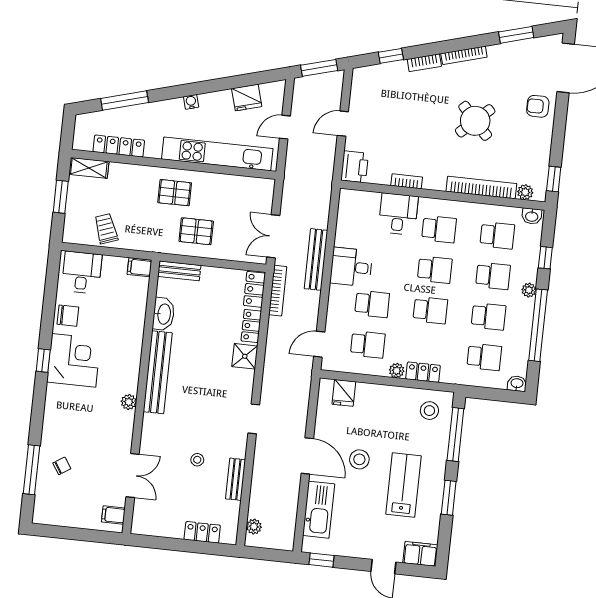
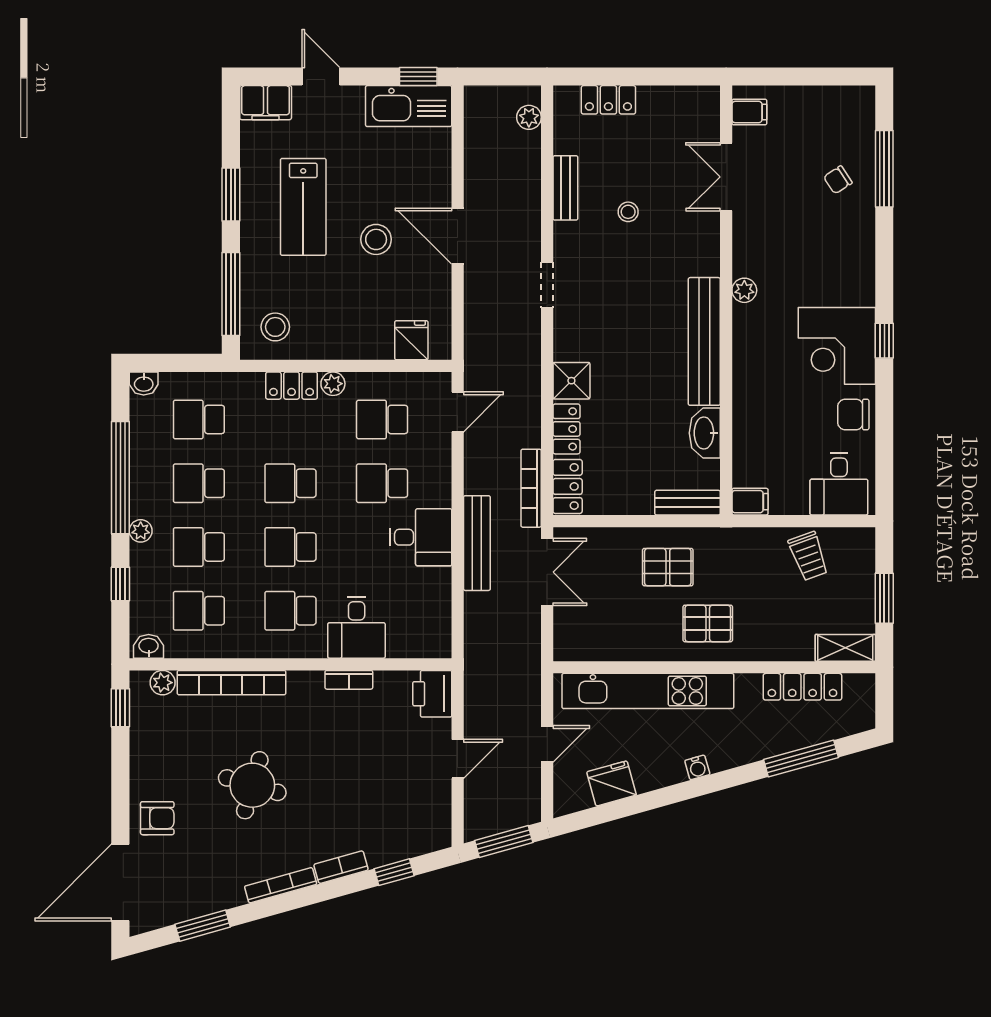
round table: (475, 121) -> (252, 785), turned -31
kitchen sink: (319, 510) -> (409, 106), moved, turned -90

